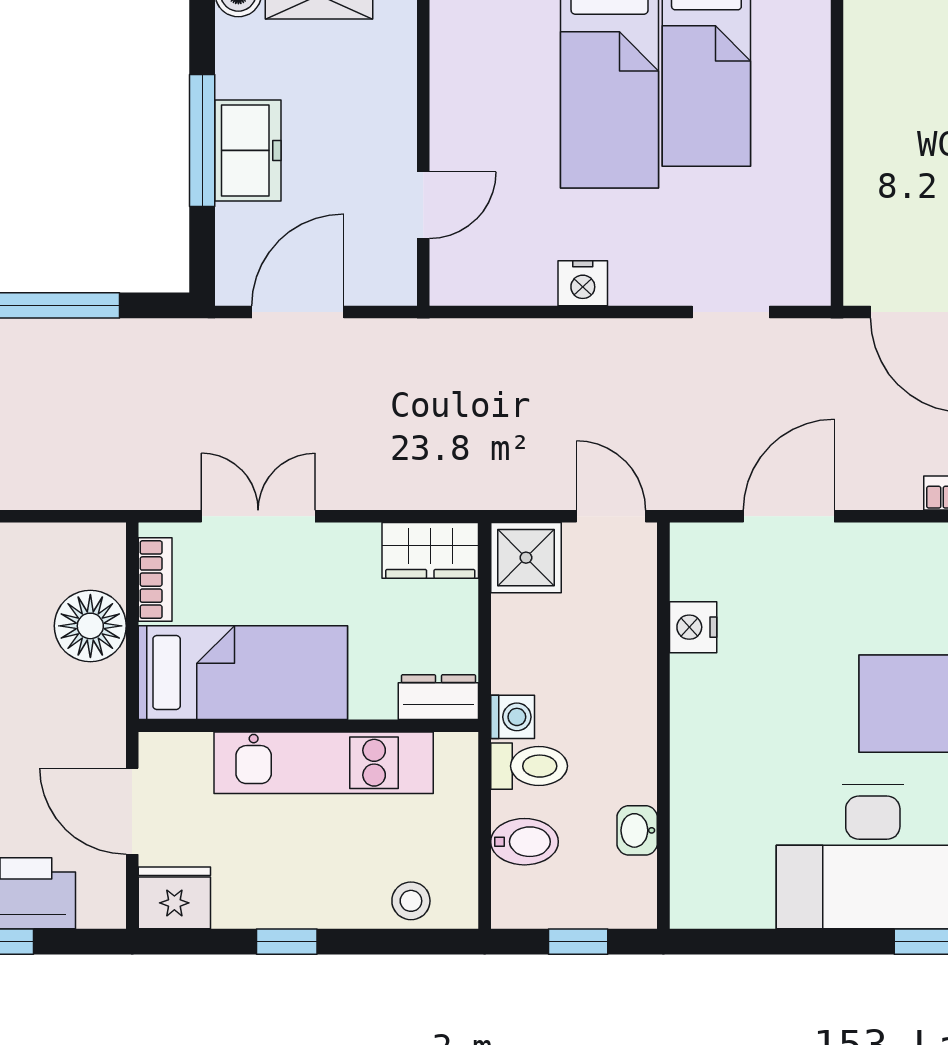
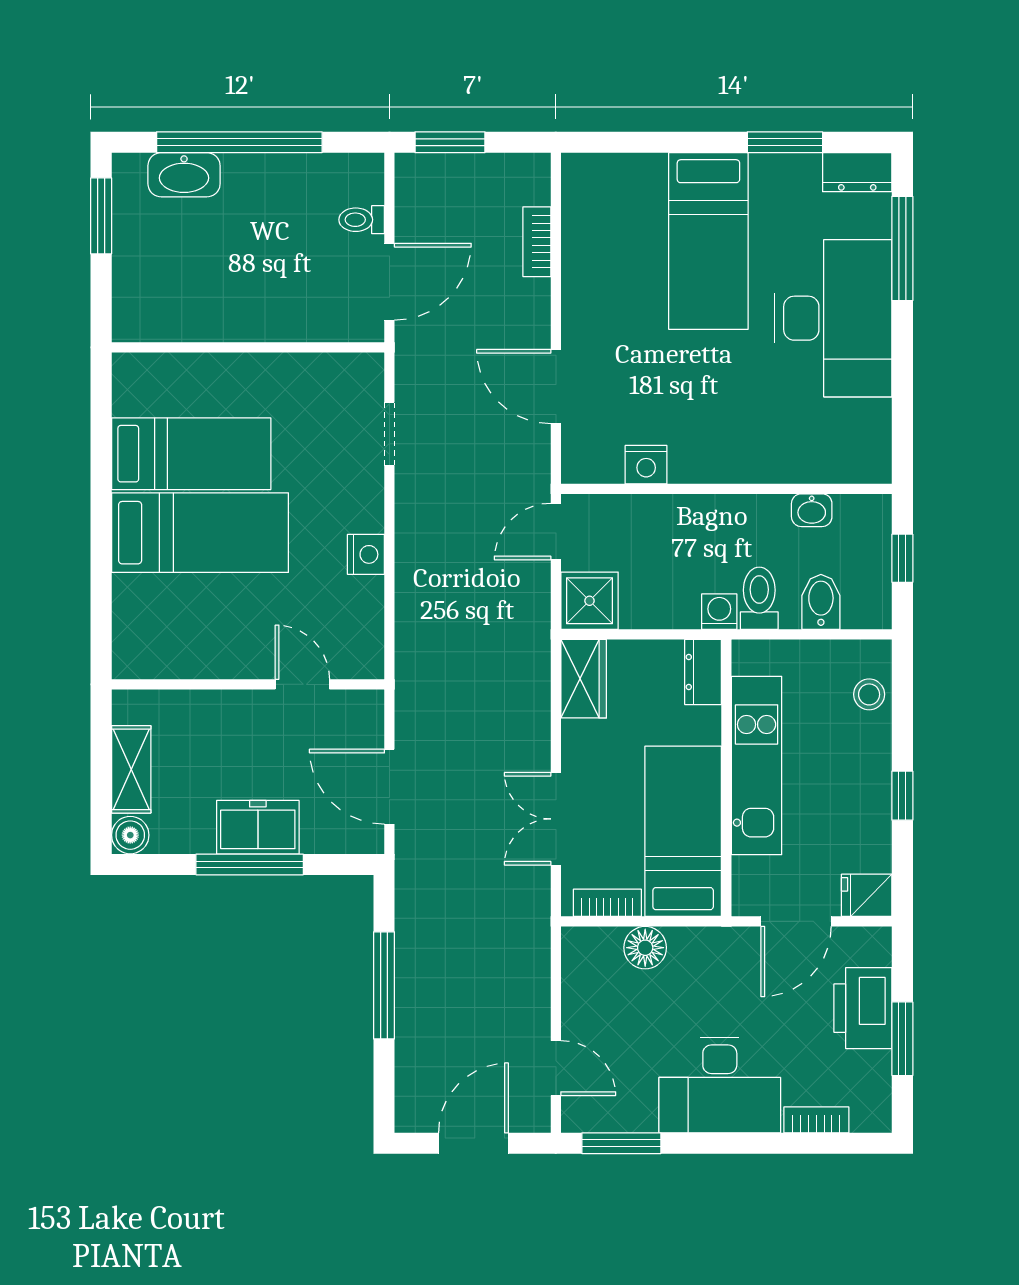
floor lamp: (90, 626) -> (645, 948), width x0.73, depth x0.73
fridge: (174, 898) -> (867, 895), width x0.72

